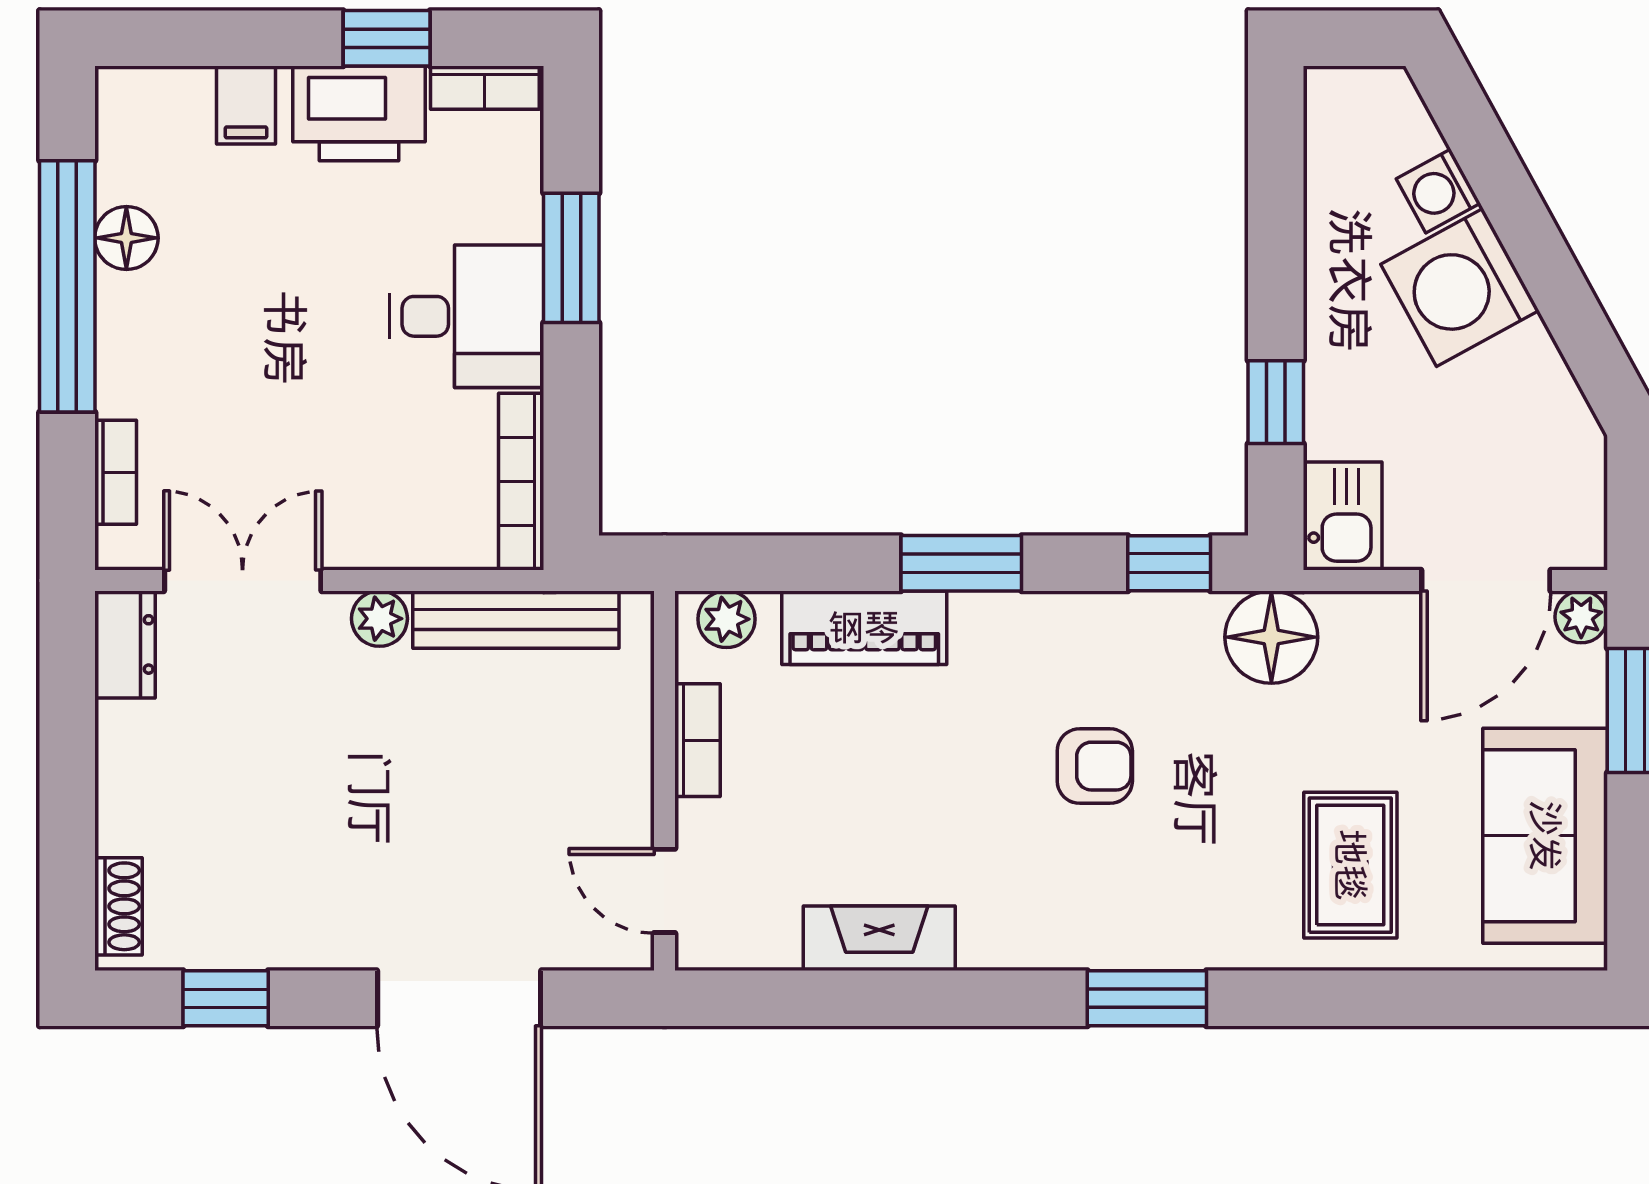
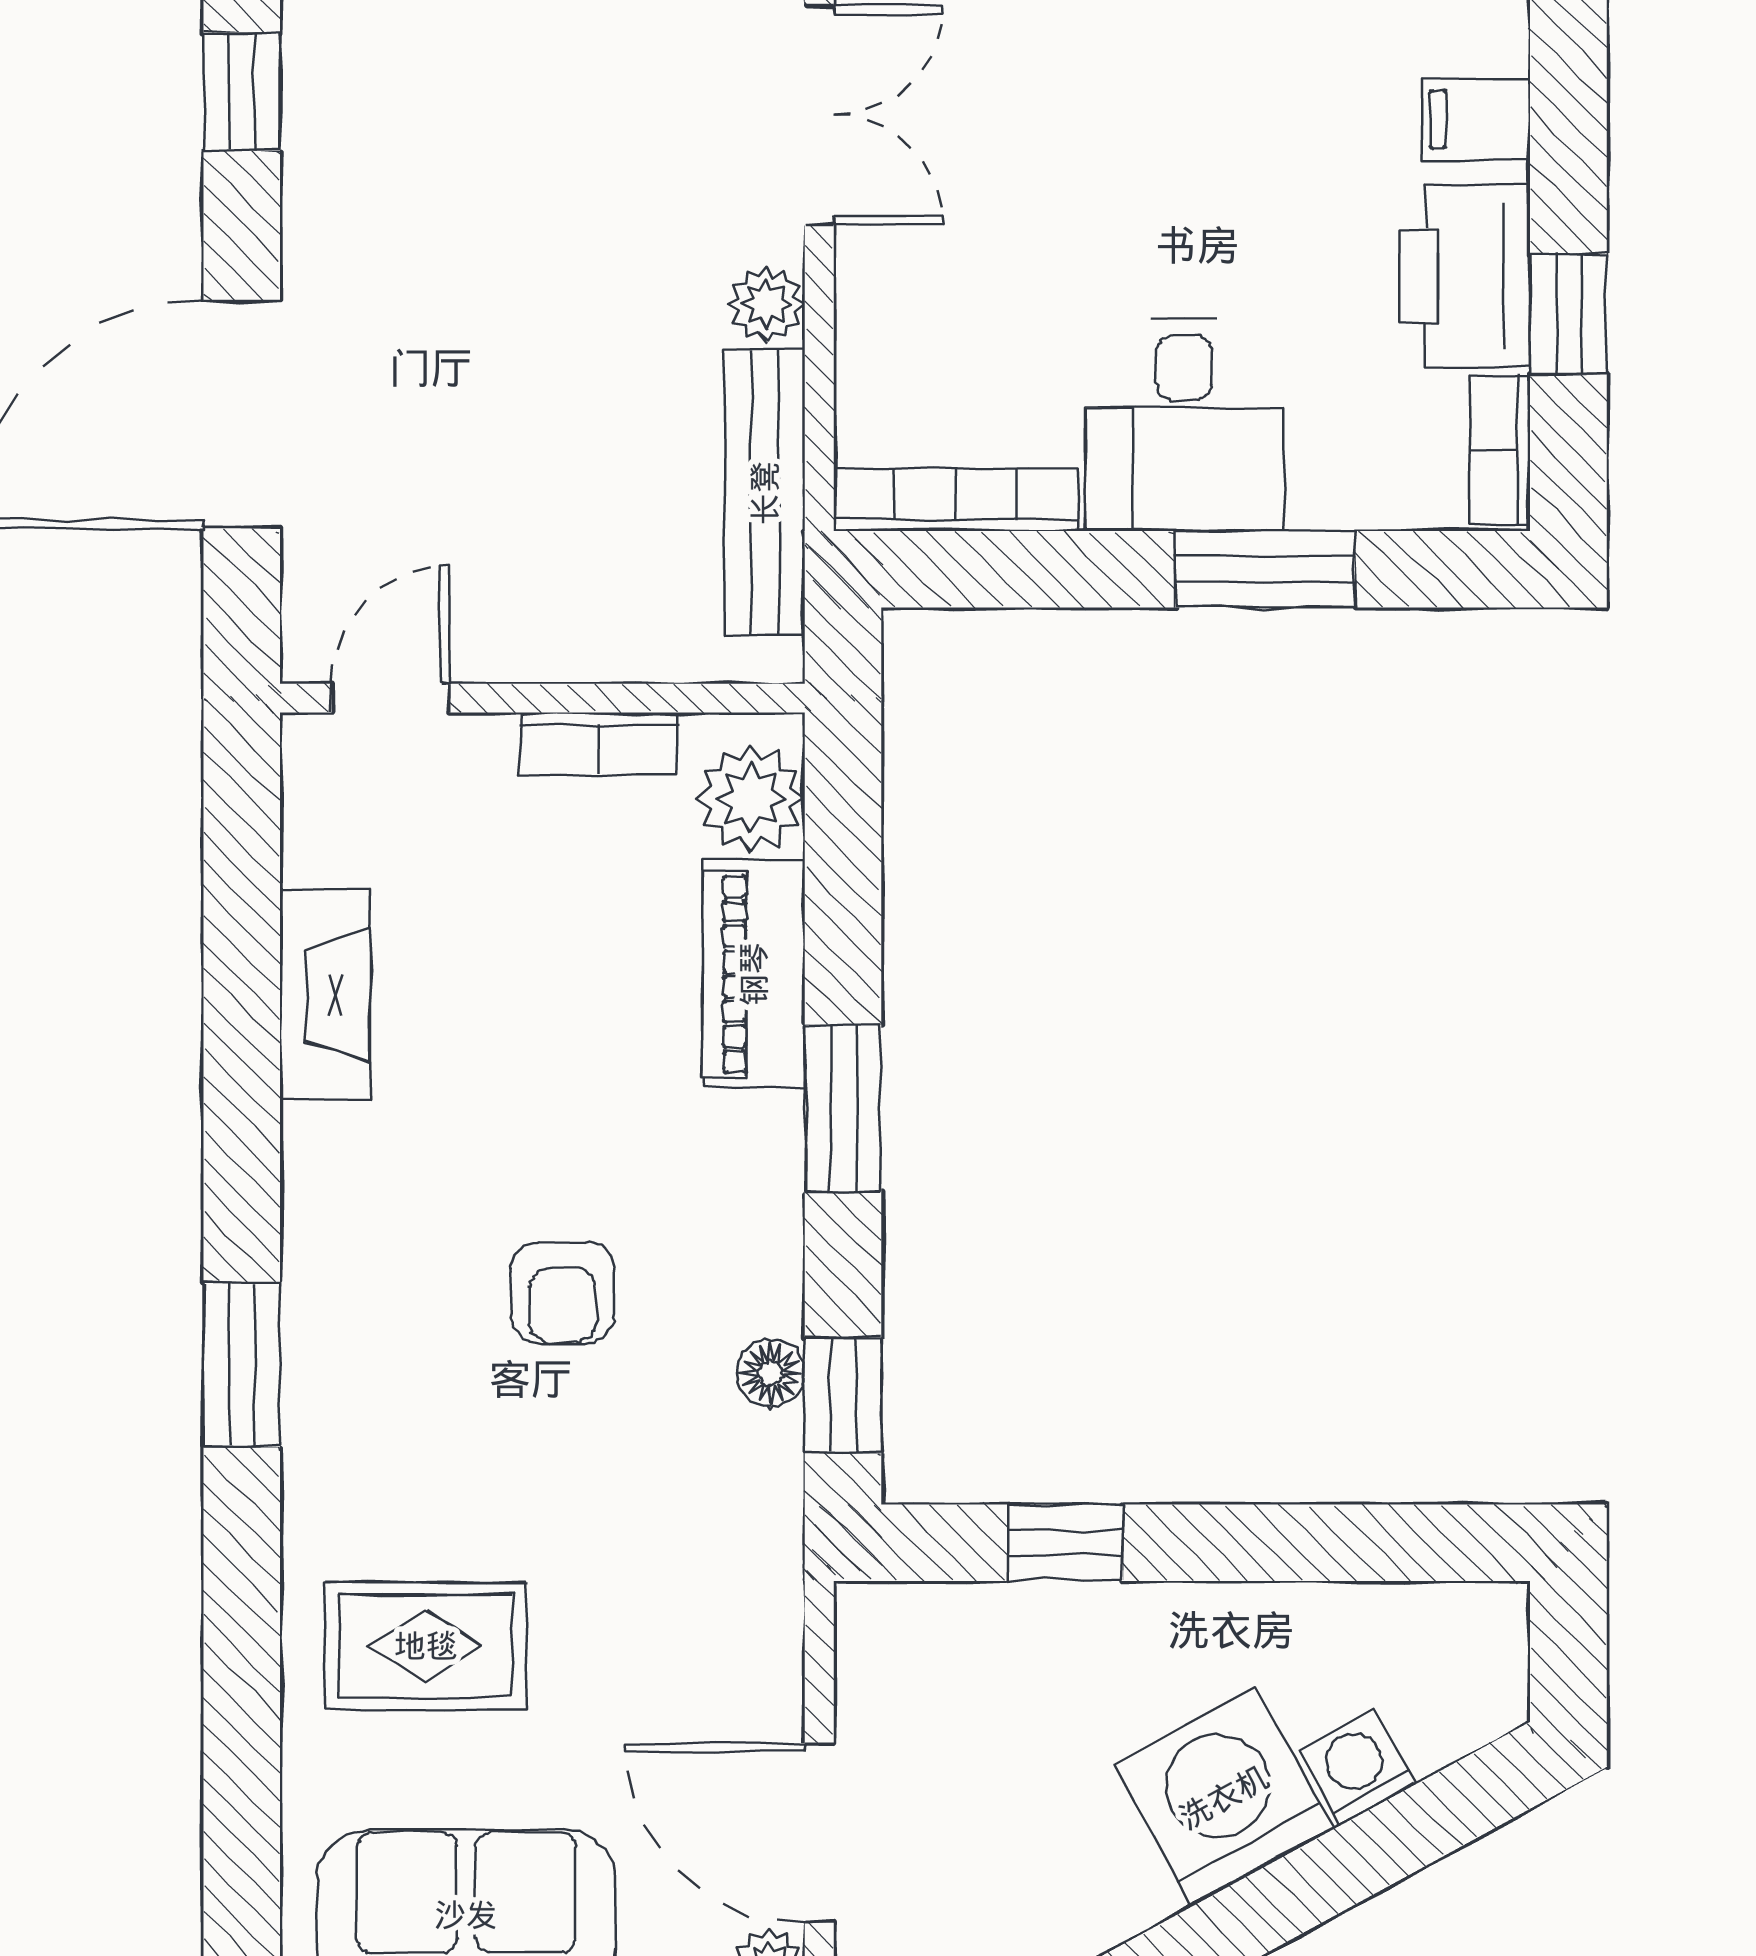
kitchen sink: (1343, 516) -> (908, 1635), removed
plant: (726, 619) -> (751, 798), width x1.38, depth x1.38
floor lamp: (1271, 637) -> (771, 1373), moved, width x0.53, depth x0.53

